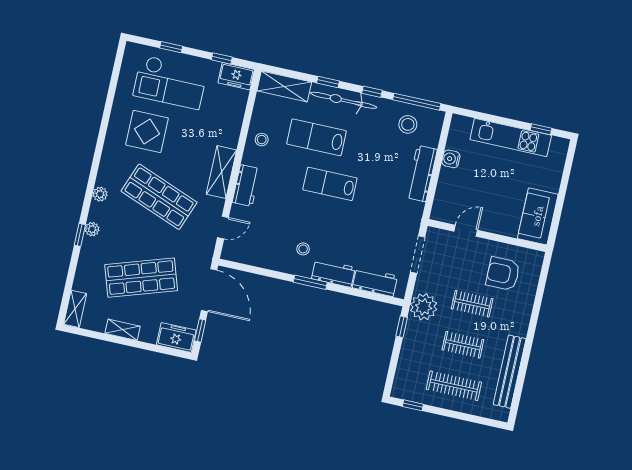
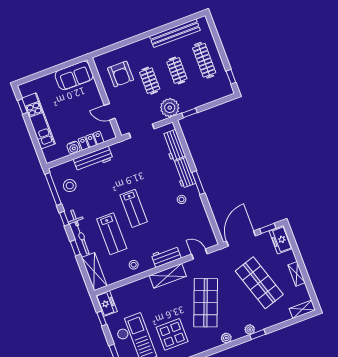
locker: (446, 186) -> (91, 141), added

